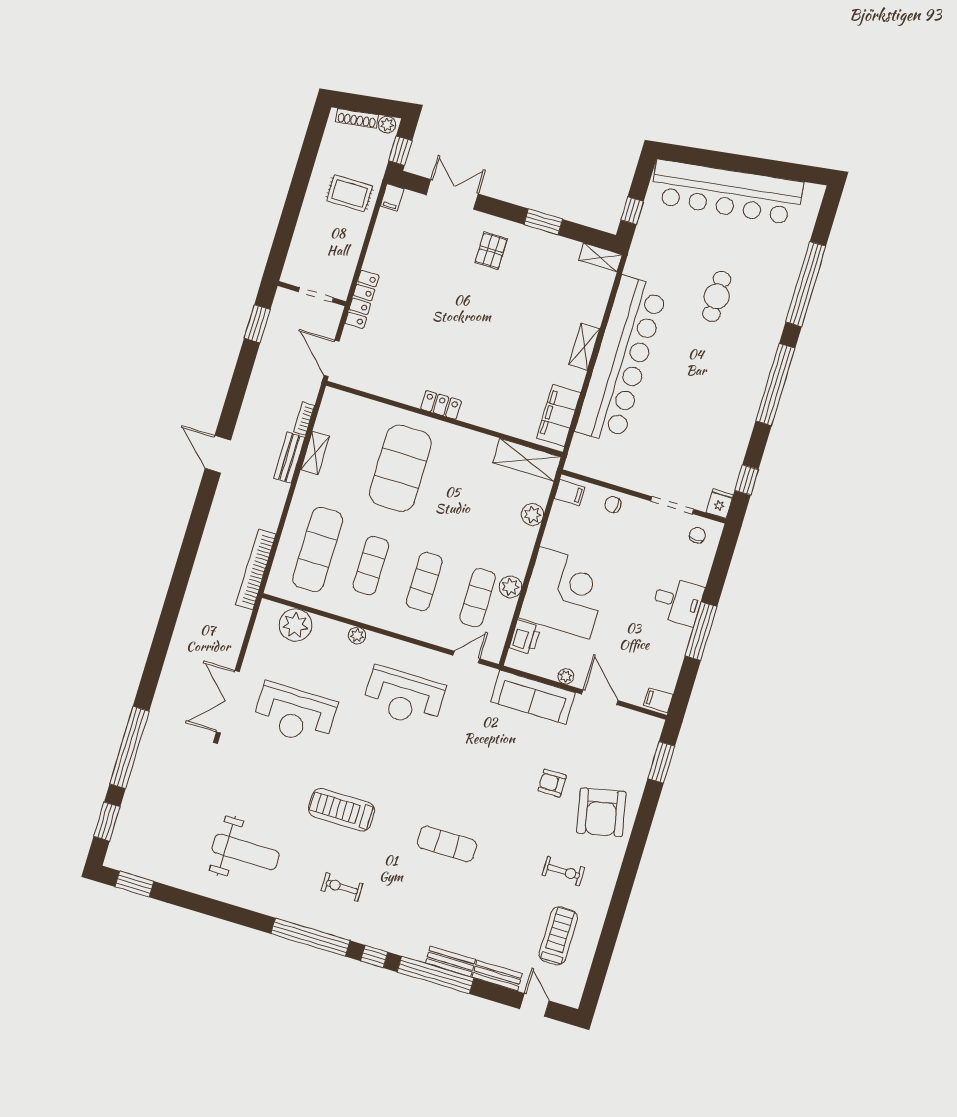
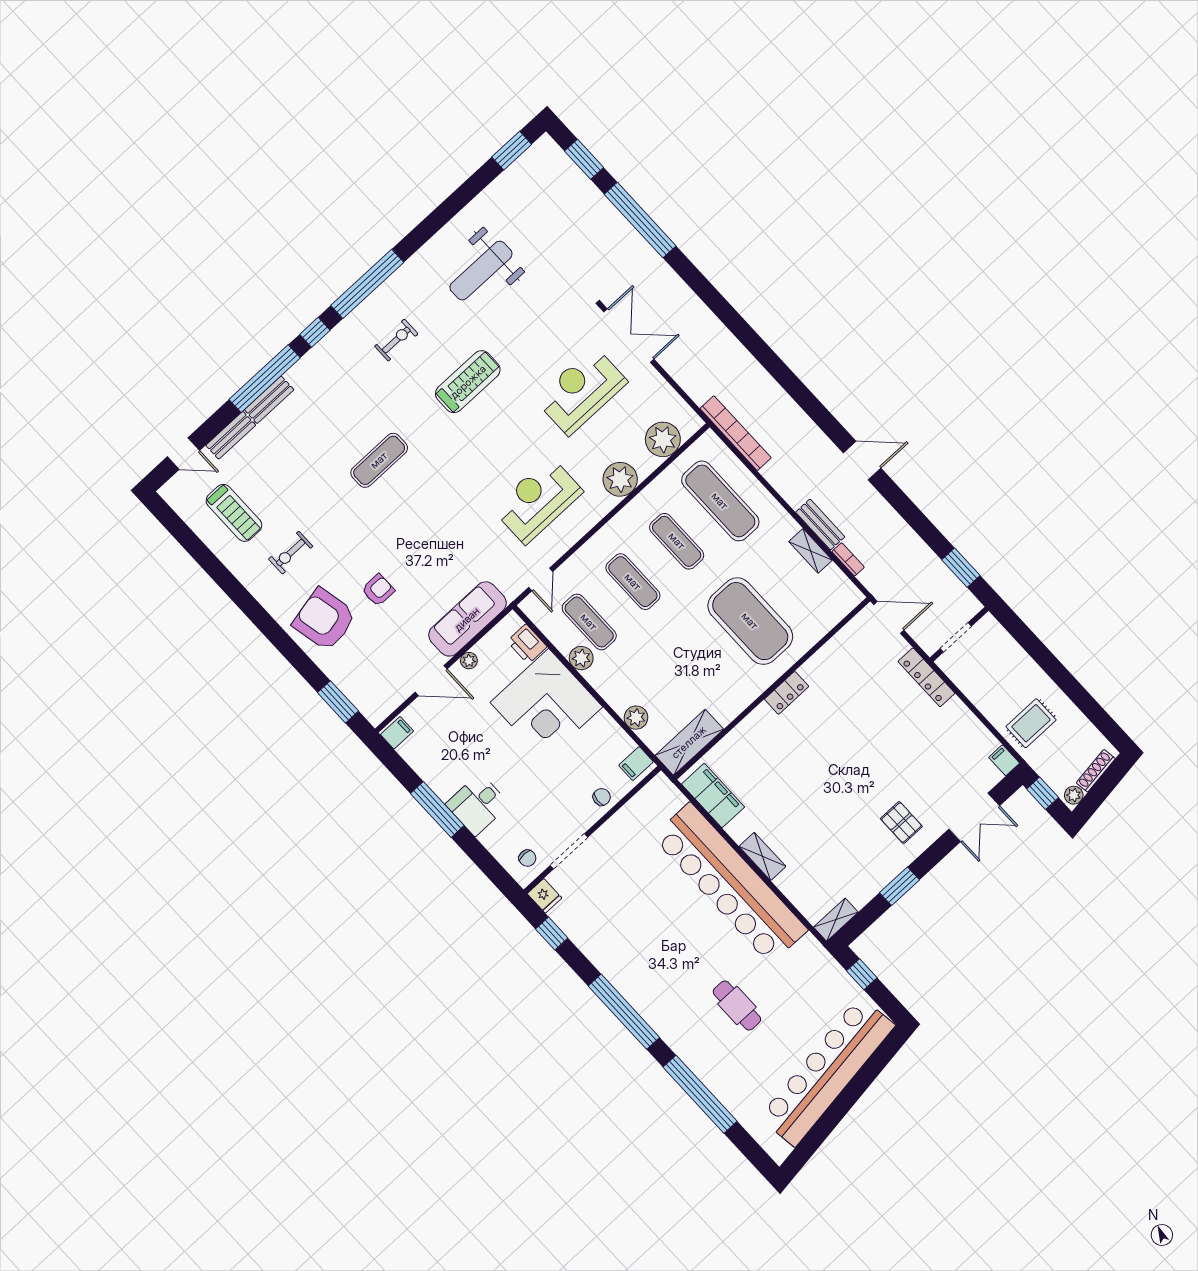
plant: (357, 636) -> (620, 479), width x1.88, depth x1.88

